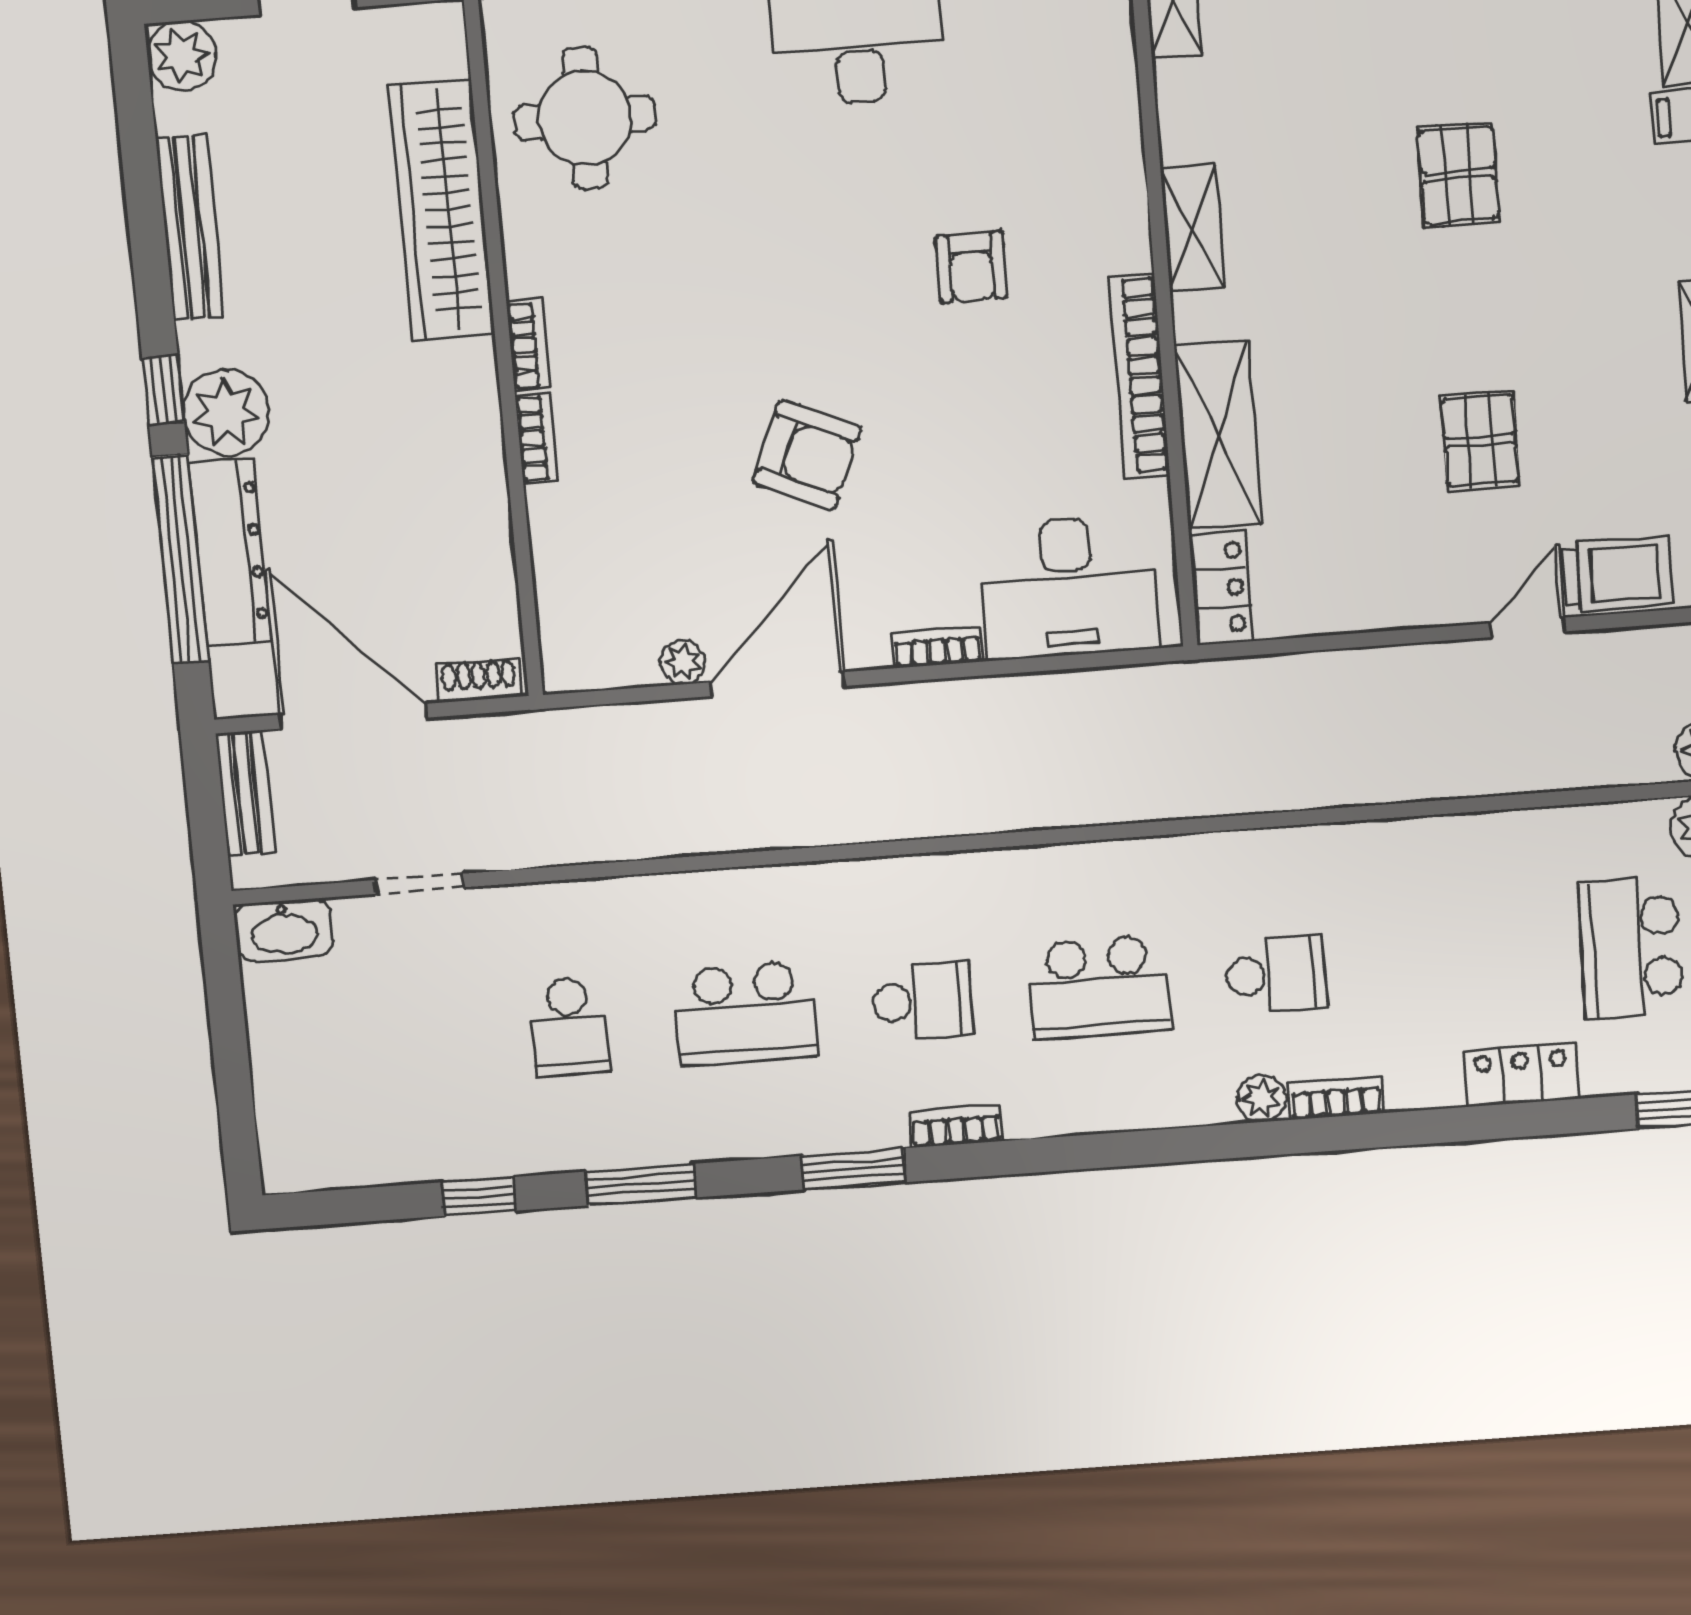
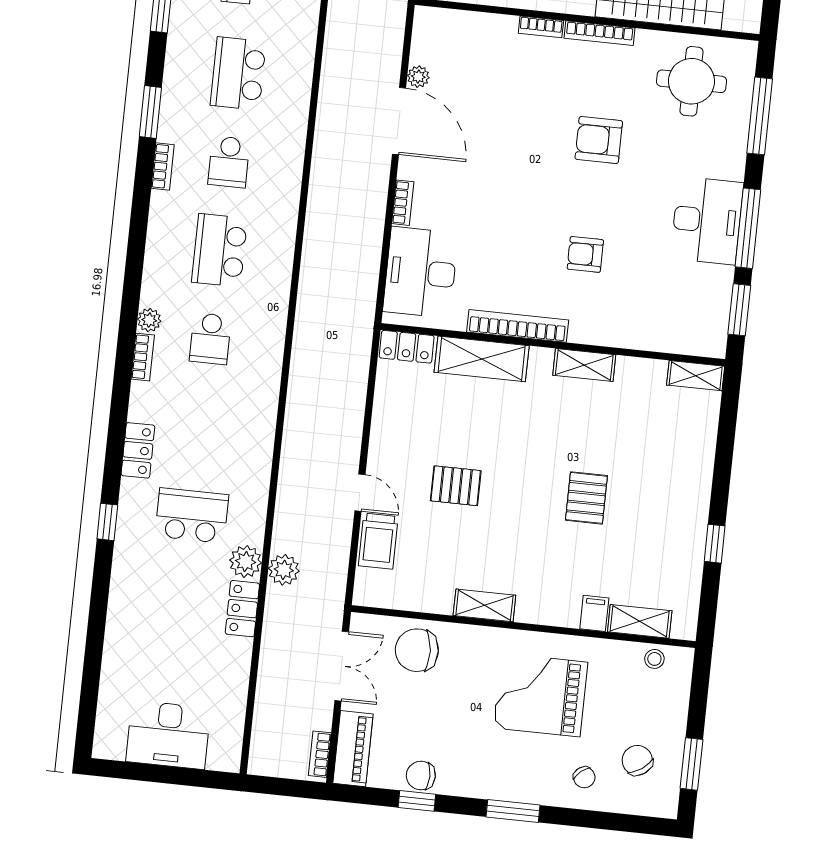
pallet: (1458, 175) -> (586, 498), turned 90
bookcase: (528, 345) -> (599, 33), width x1.56
armchair: (807, 455) -> (599, 140), moved, turned 67

